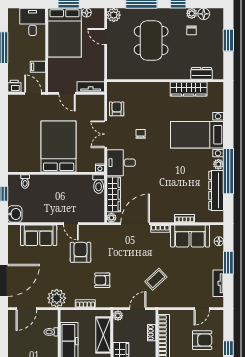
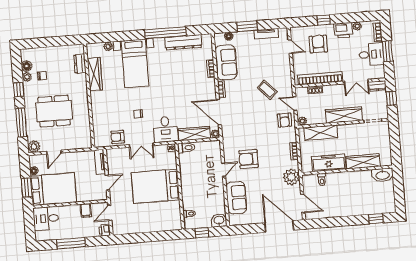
window: (228, 40) -> (48, 42), removed
plant: (218, 164) -> (108, 46), moved
armchair: (102, 280) -> (285, 120), moved

